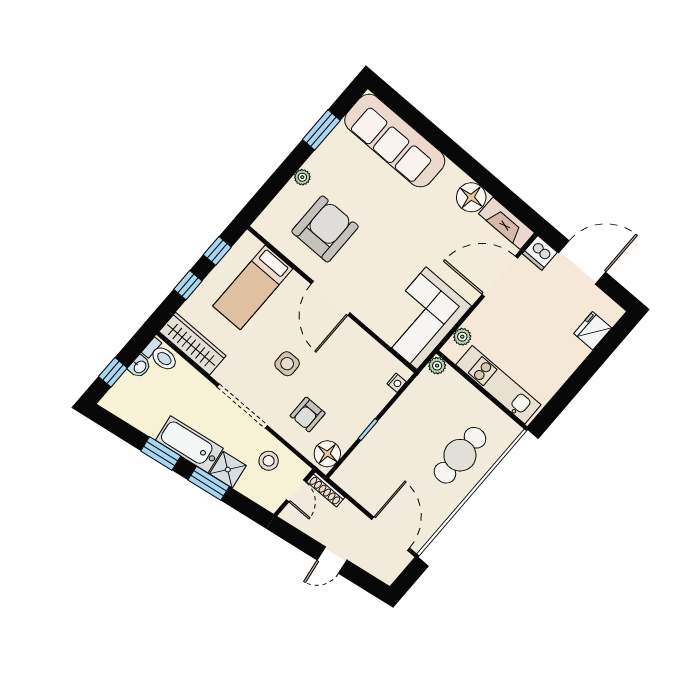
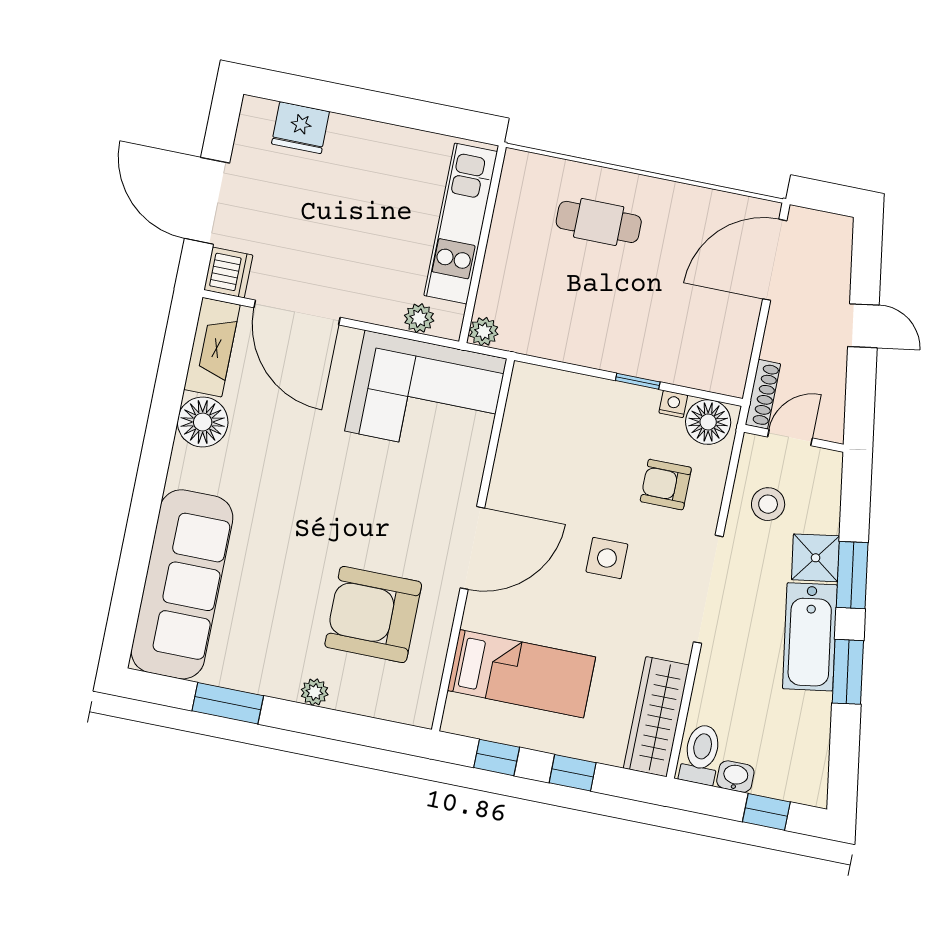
nightstand: (397, 383) -> (673, 404), moved
armchair: (308, 414) -> (666, 485), turned 180
cafe table: (460, 455) -> (599, 222), width x0.73, depth x0.74

